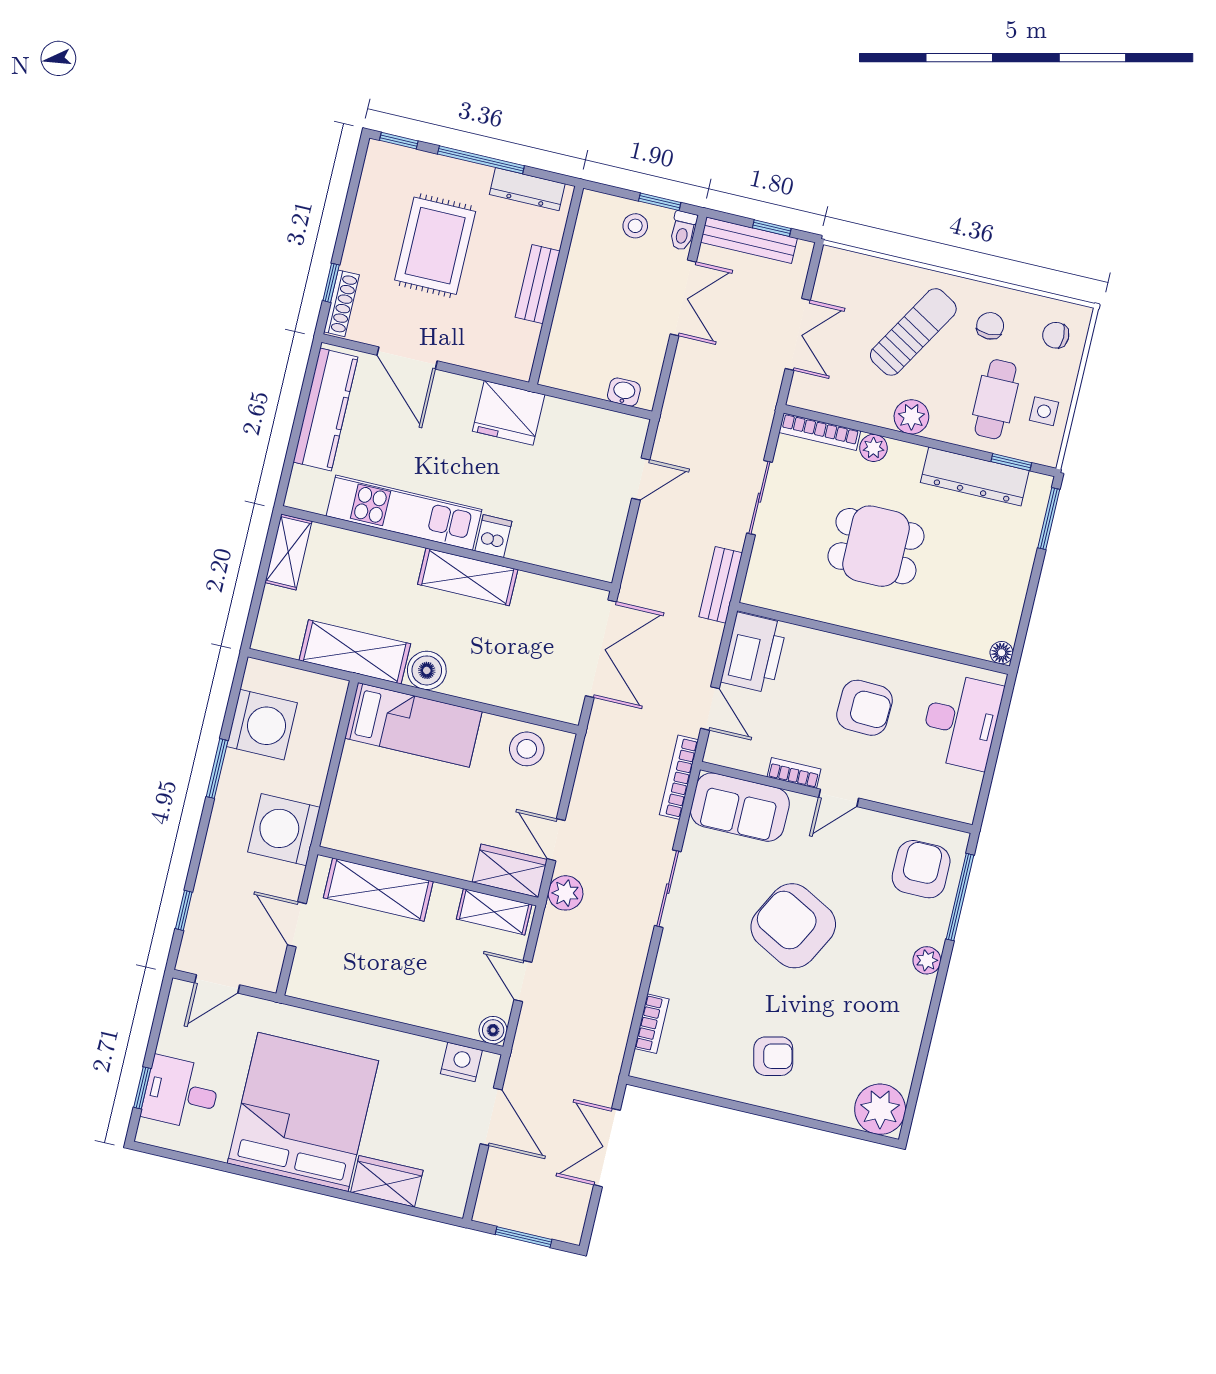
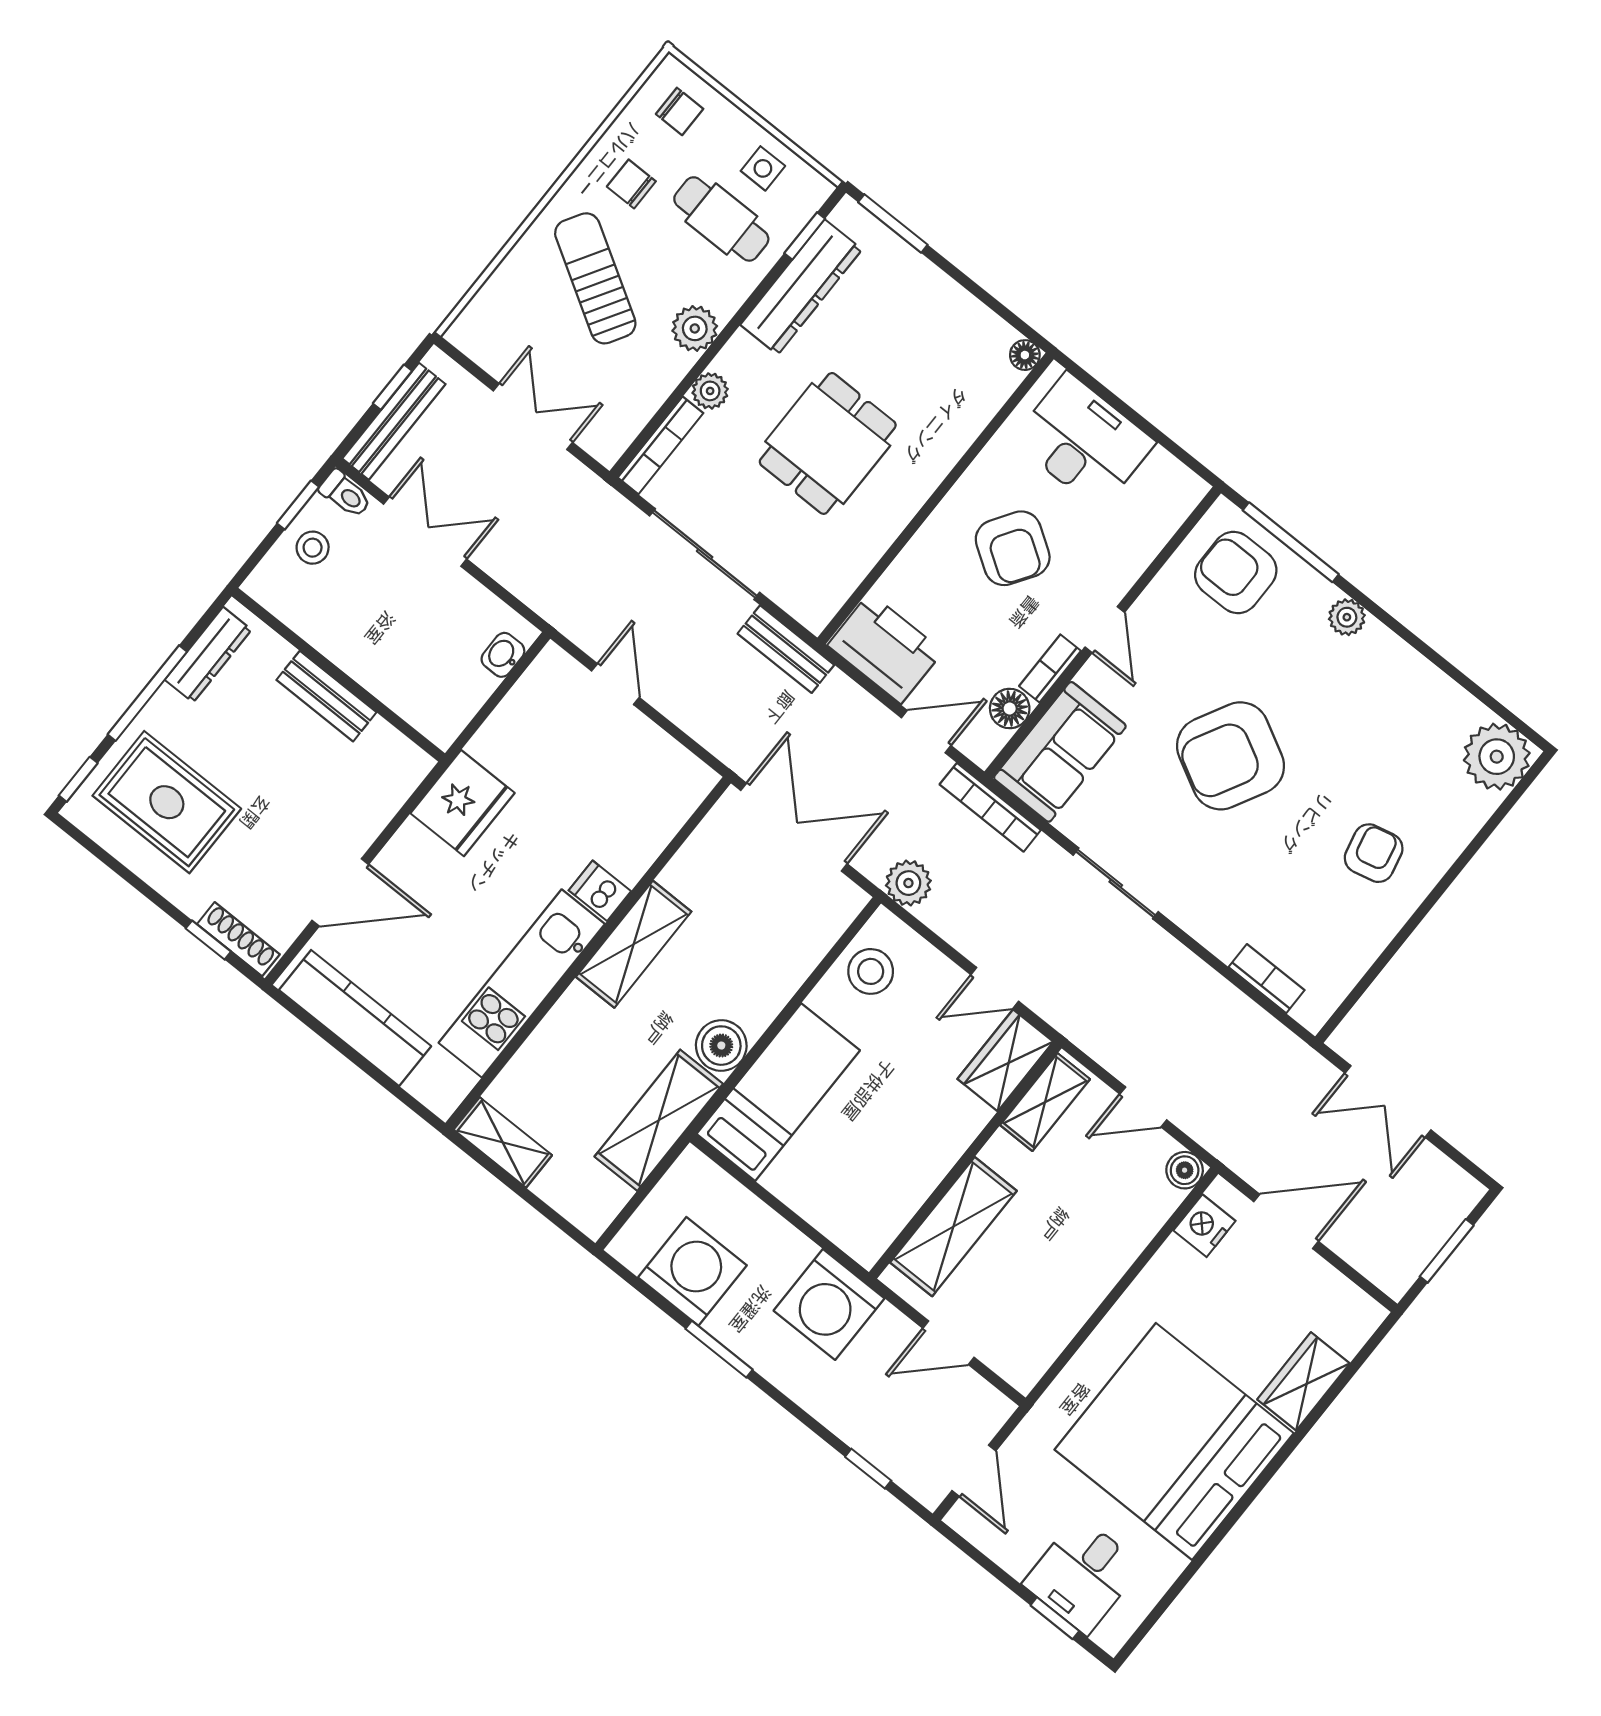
rug: (435, 246) -> (167, 802), moved
chair: (1056, 335) -> (680, 111), turned -90
sliding door: (759, 498) -> (705, 554), width x1.37
armchair: (865, 708) -> (1013, 548), turned 121
floor lamp: (753, 758) -> (1010, 708), added
plant: (565, 893) -> (908, 883), moved

